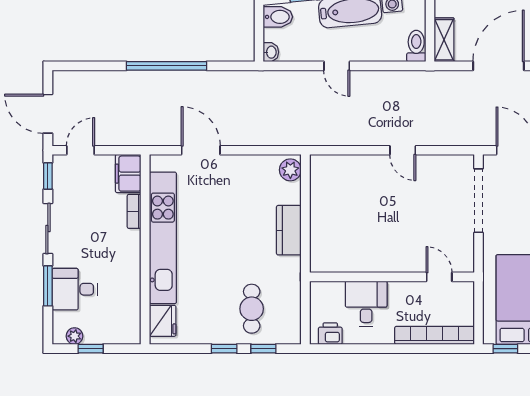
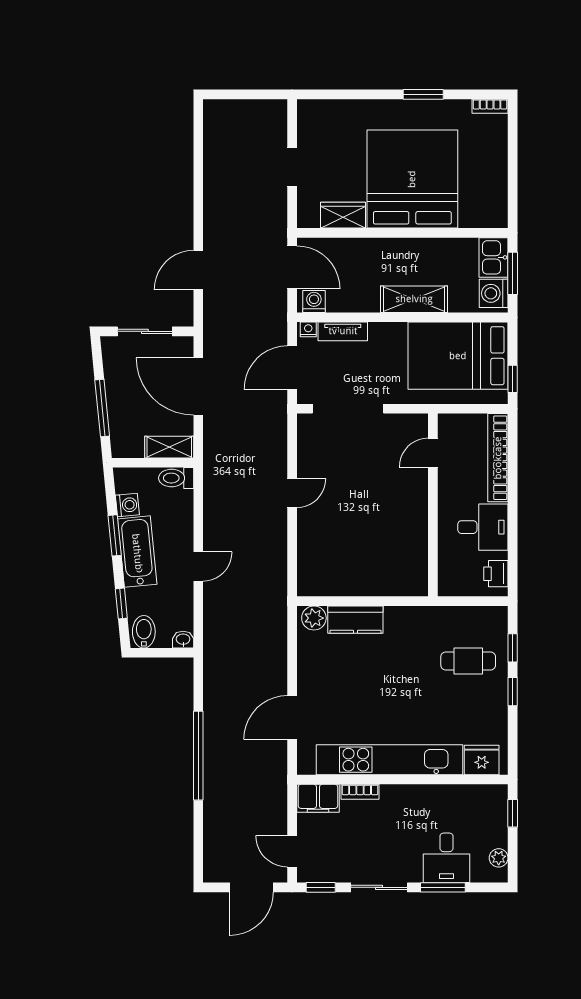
kitchen counter: (289, 230) -> (355, 620), moved
desk: (366, 304) -> (483, 527), moved, turned 180
window: (91, 349) -> (513, 813), moved

